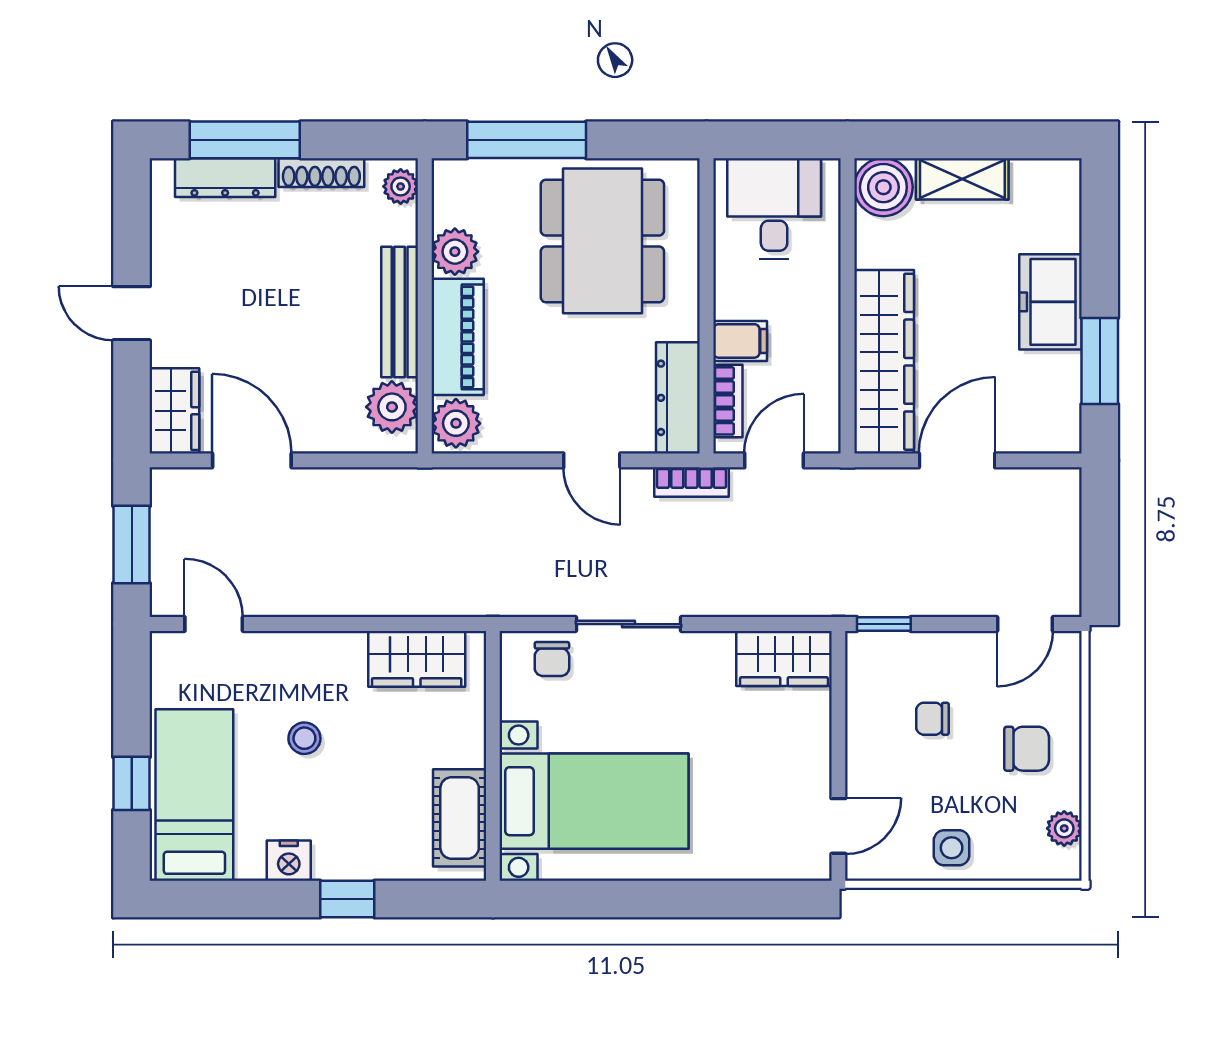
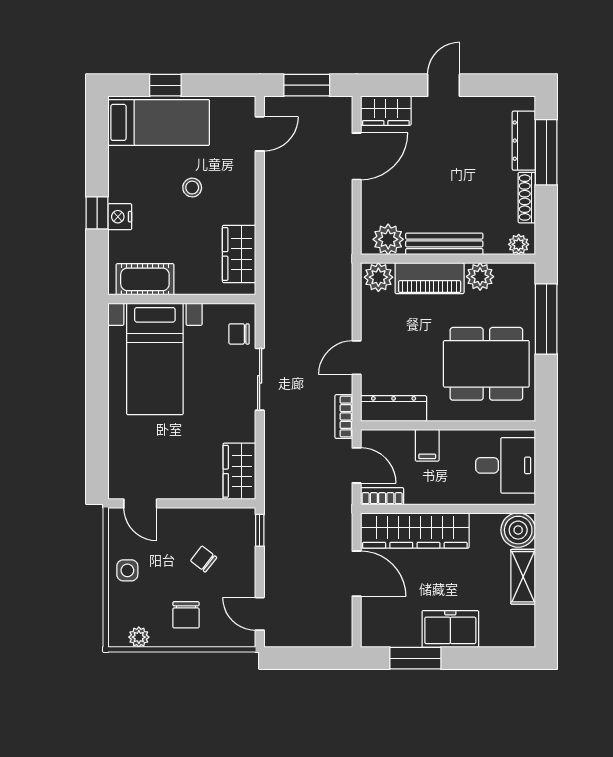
bookcase: (728, 401) -> (382, 496), moved, turned 180
chair: (932, 719) -> (204, 559), turned -52
nightstand: (289, 861) -> (120, 217), moved

